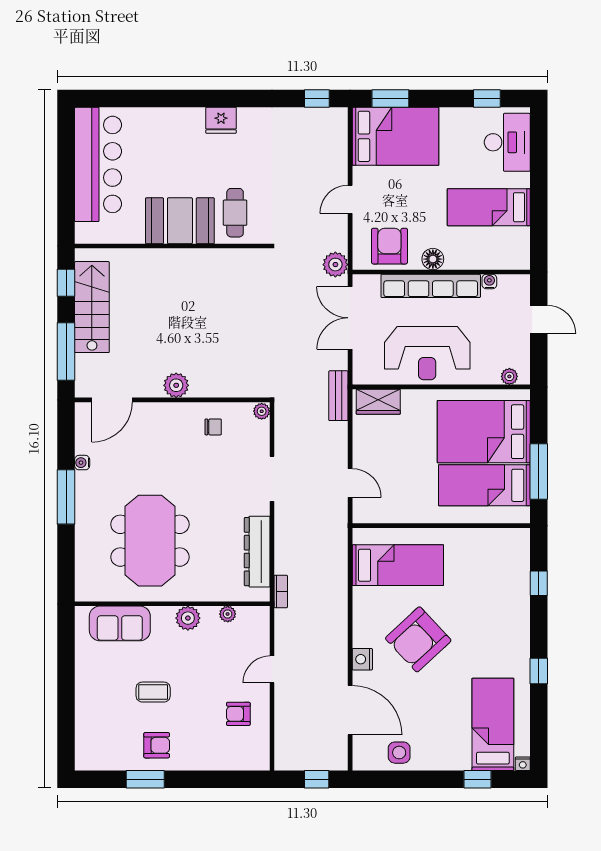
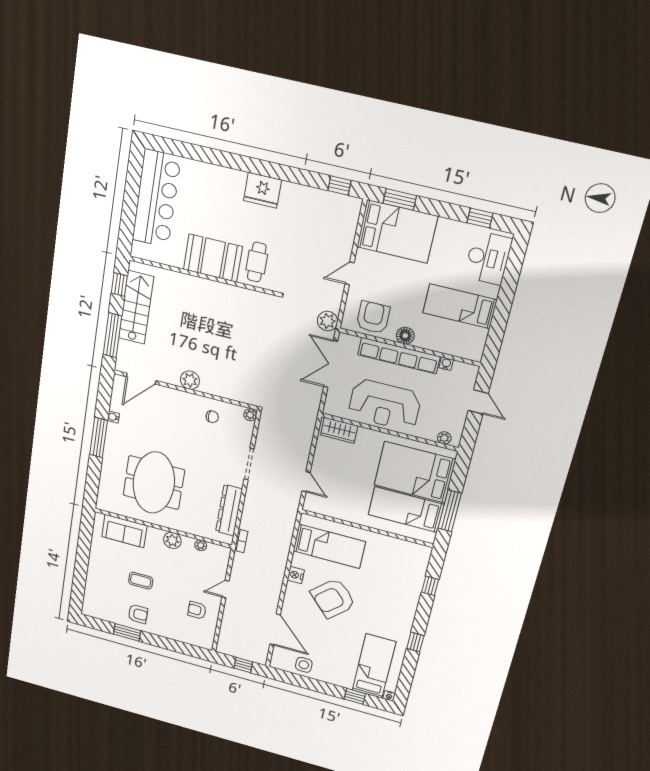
fridge: (221, 120) -> (262, 190), width x1.36, depth x1.34
bench: (338, 396) -> (310, 418), removed
nightstand: (362, 659) -> (296, 575), moved

